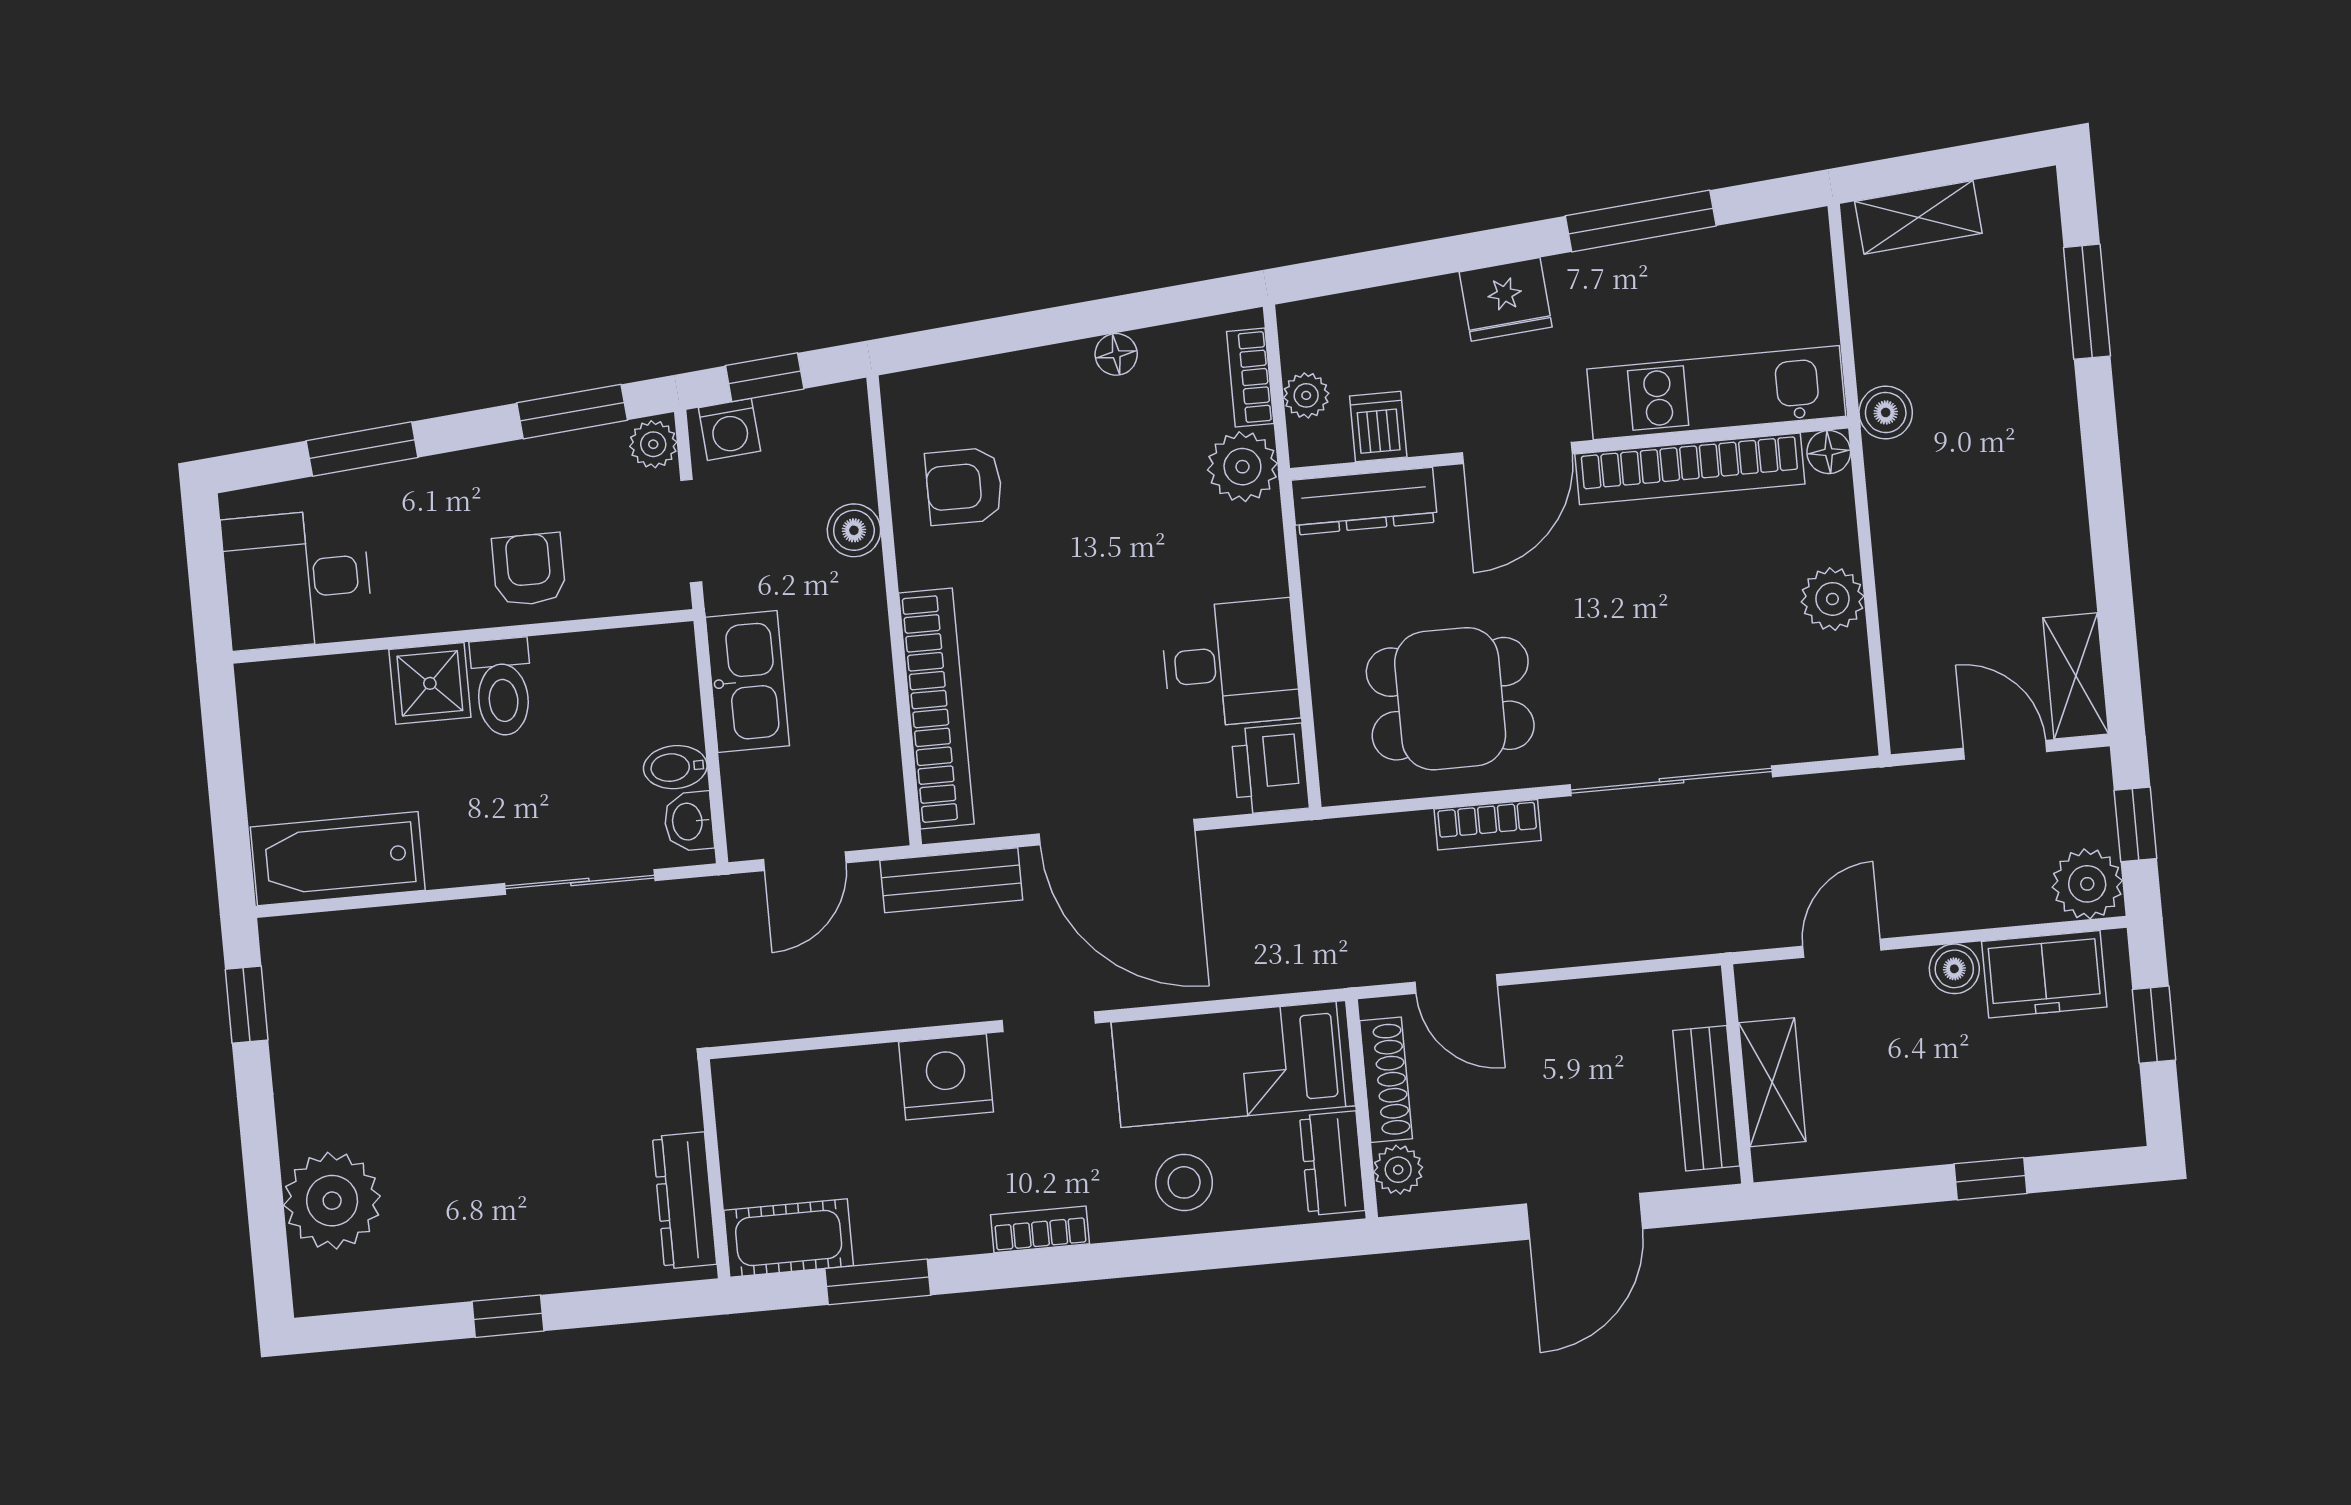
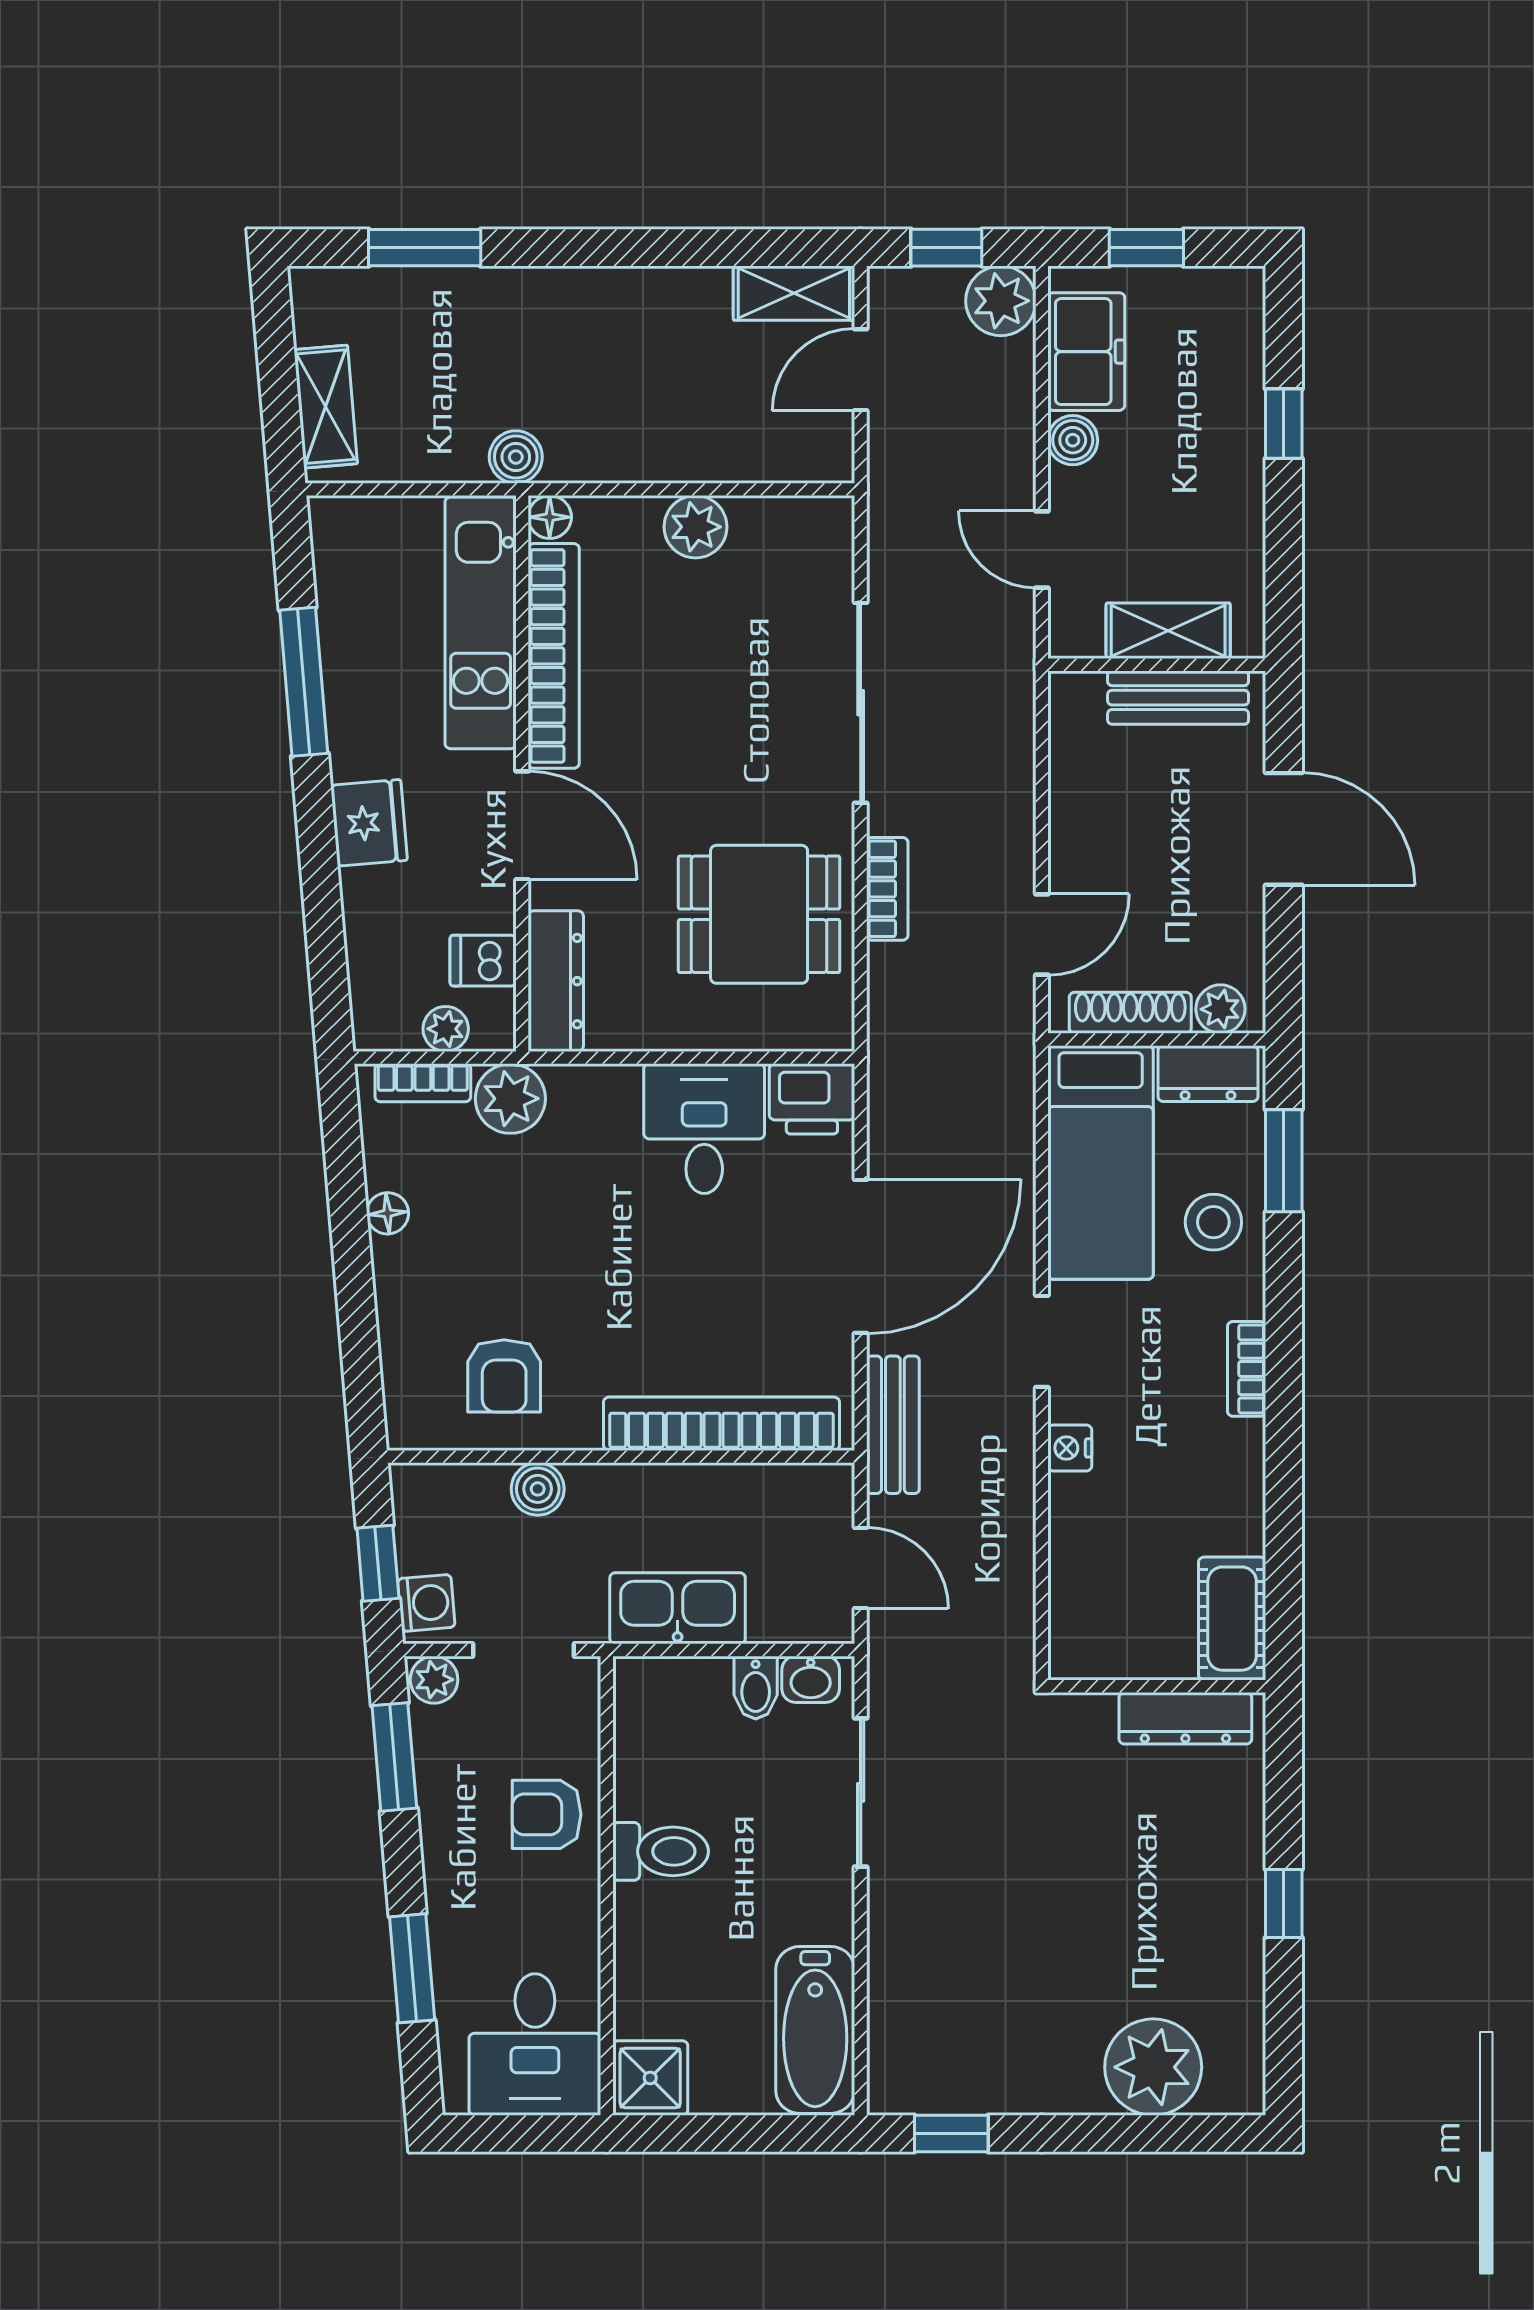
shower: (430, 683) -> (650, 2078), moved
dining table: (1450, 699) -> (759, 914), turned 90
nightstand: (946, 1077) -> (1070, 1448), width x0.53, depth x0.56
window: (878, 1282) -> (1284, 1161), moved

